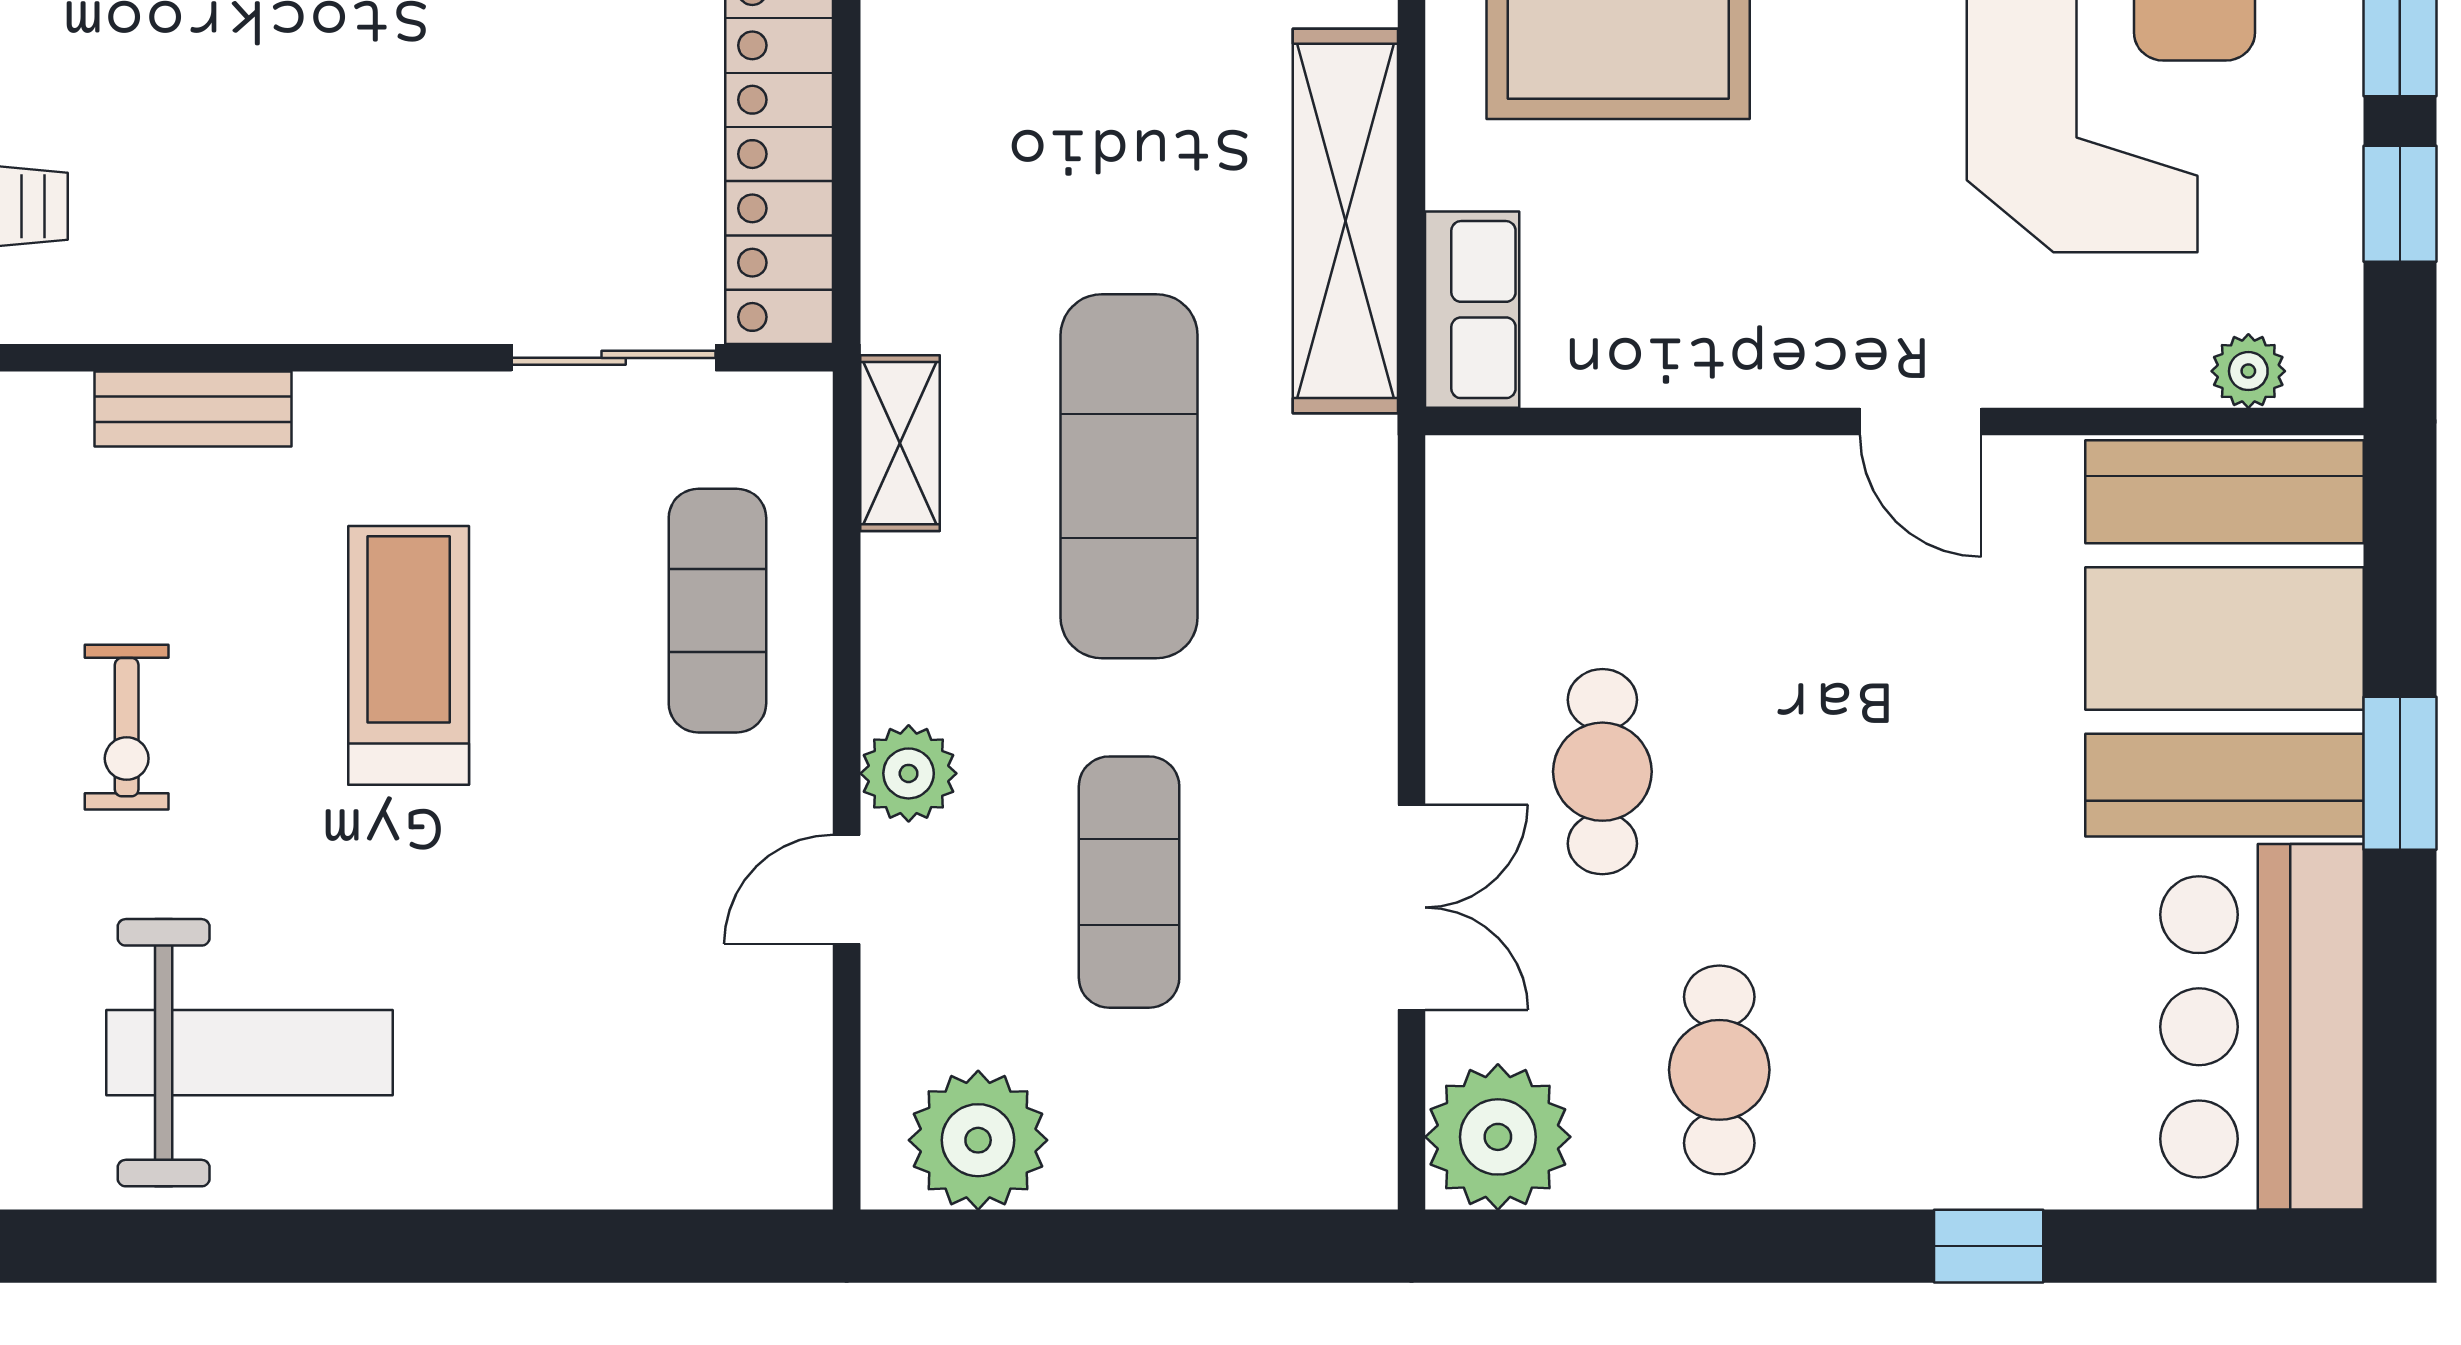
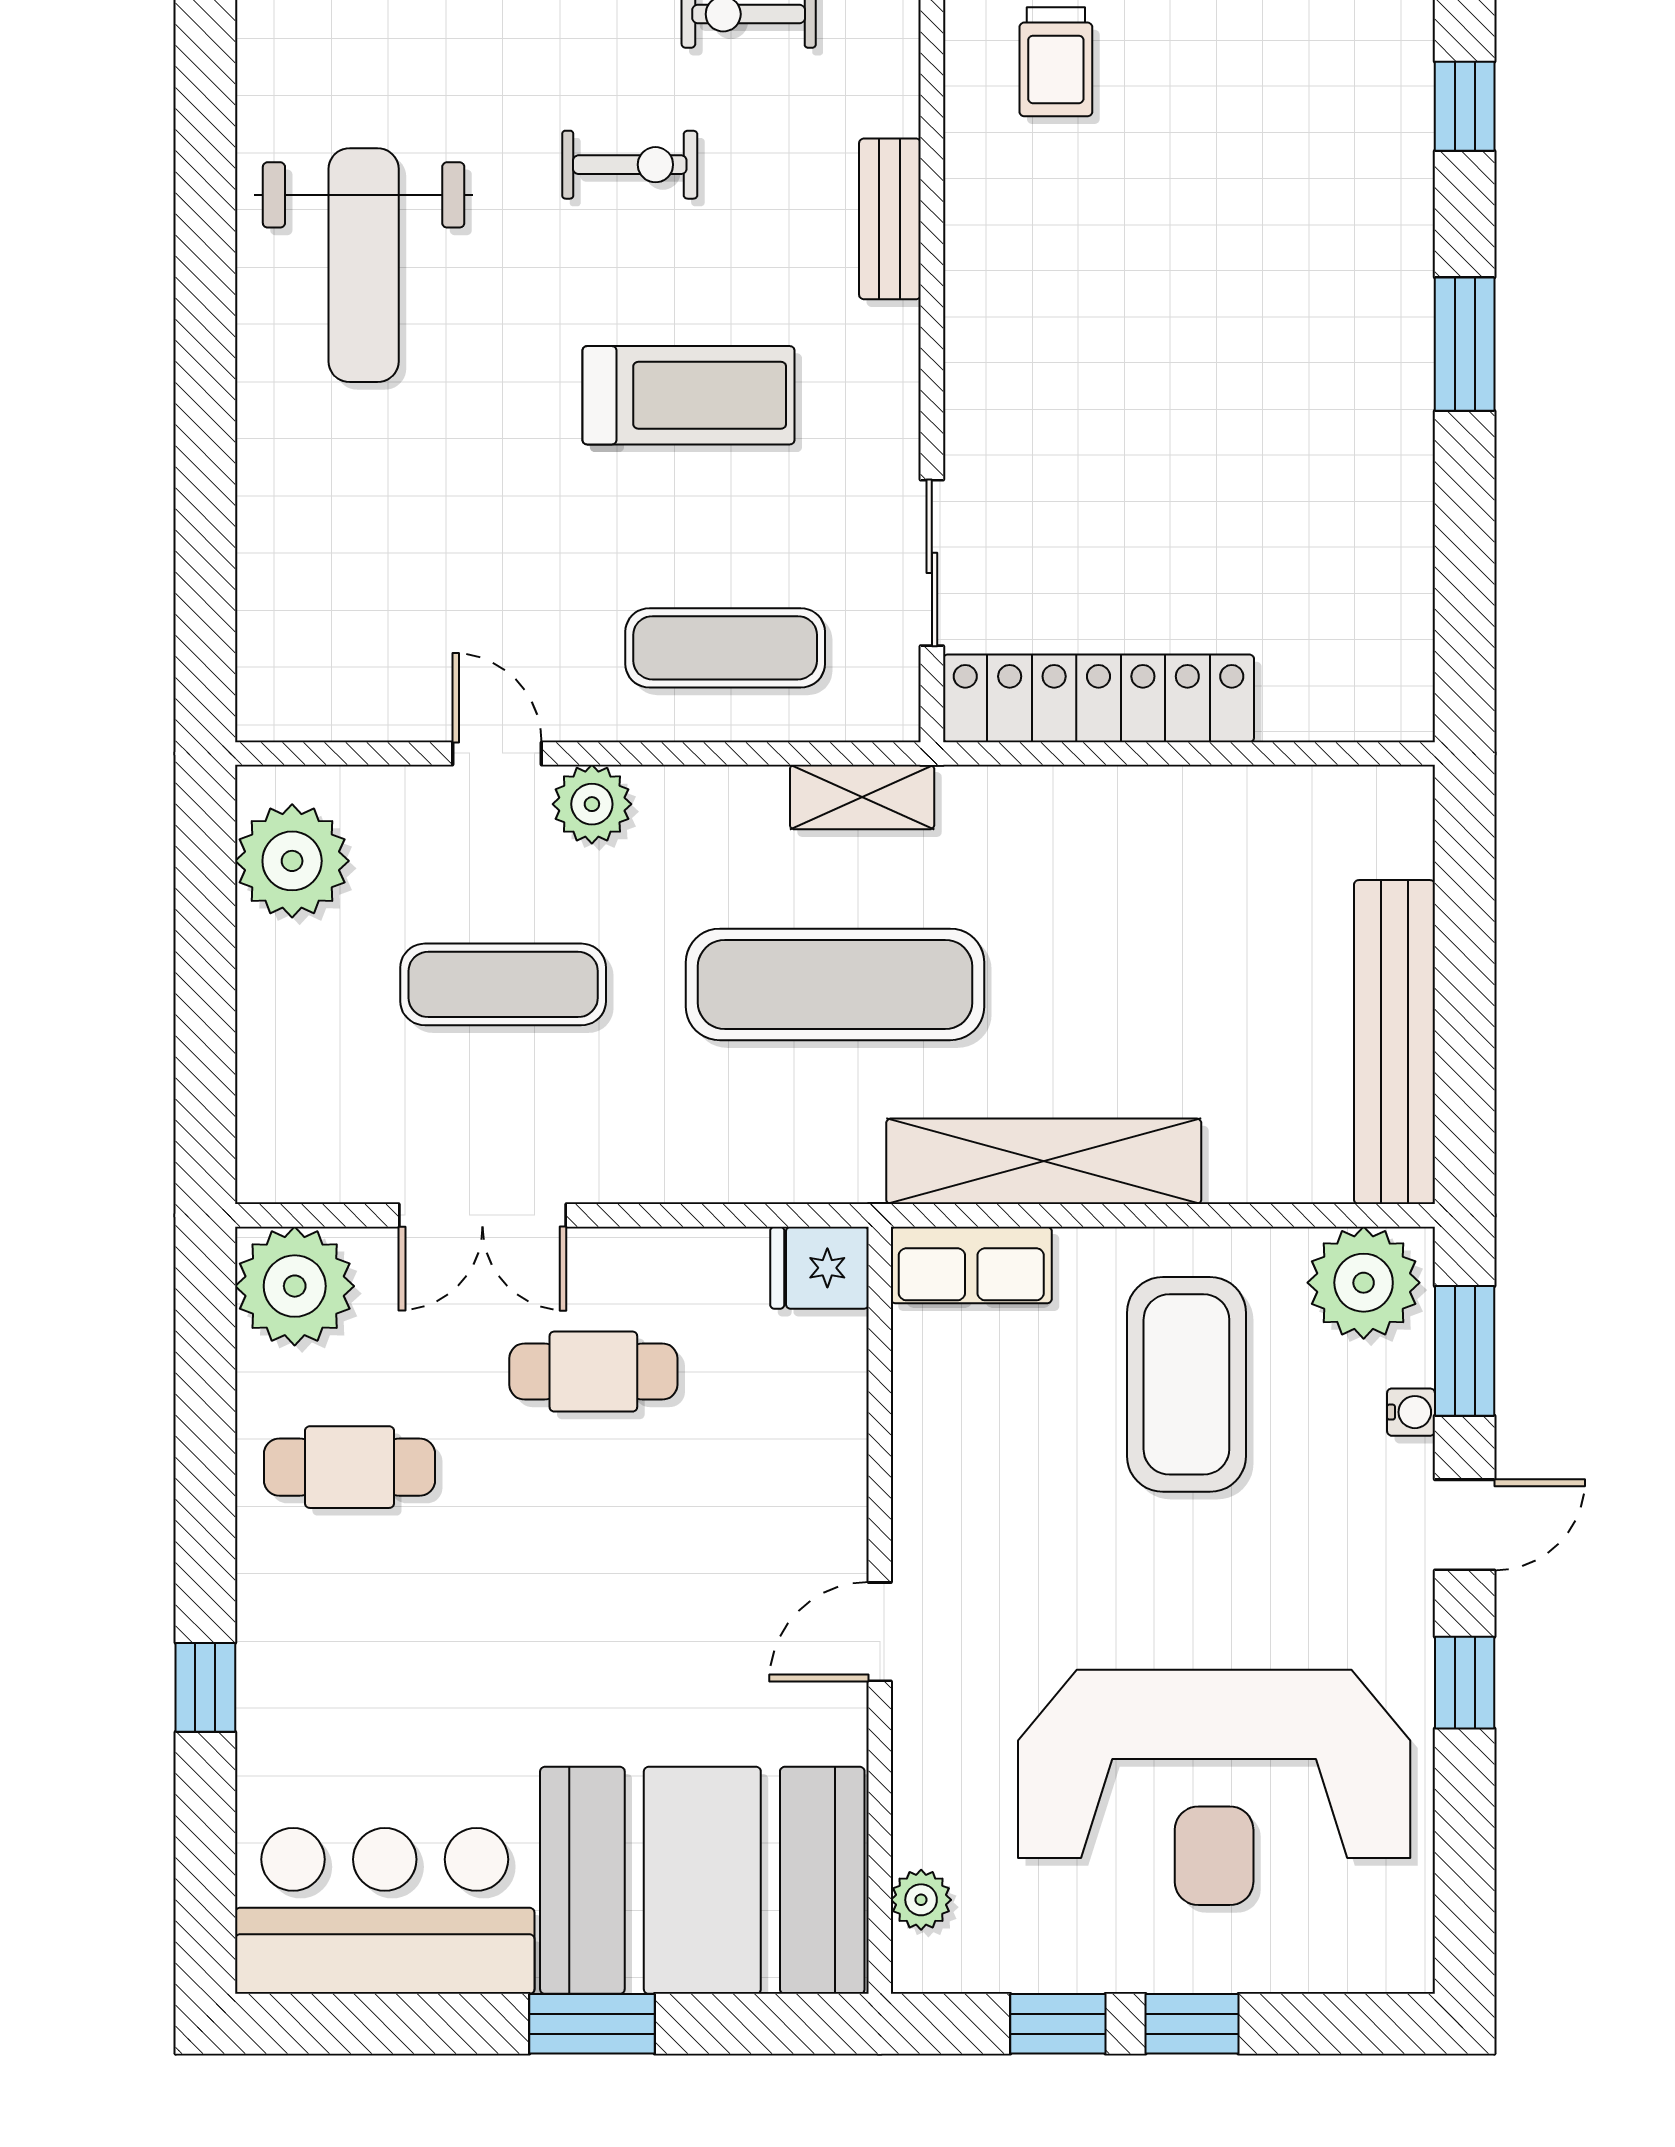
fridge: (1476, 495) -> (819, 1268), added
exercise bike: (127, 727) -> (630, 165), turned 180

